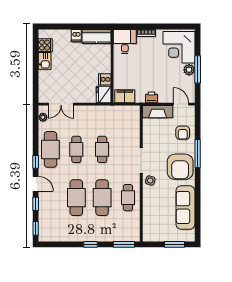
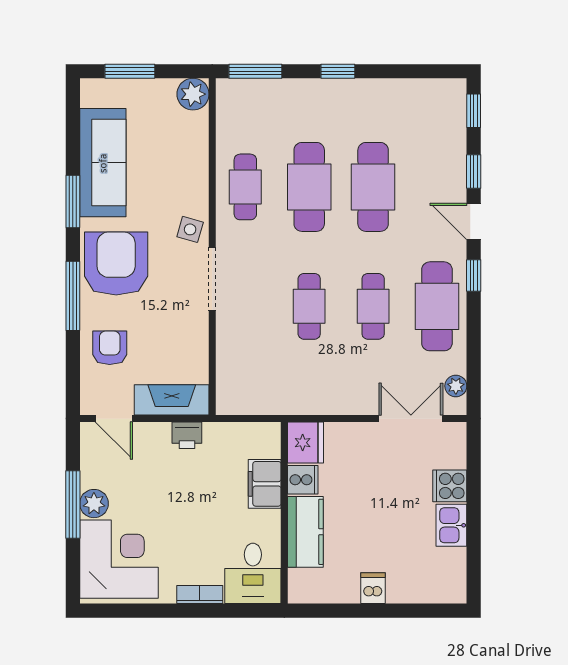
kitchen counter: (96, 36) -> (305, 532), moved, turned 90
cooker: (45, 45) -> (450, 486), moved
filing cabinet: (125, 96) -> (265, 484), moved, turned 90
window: (198, 192) -> (73, 201), added
plant: (149, 235) -> (193, 94), added

